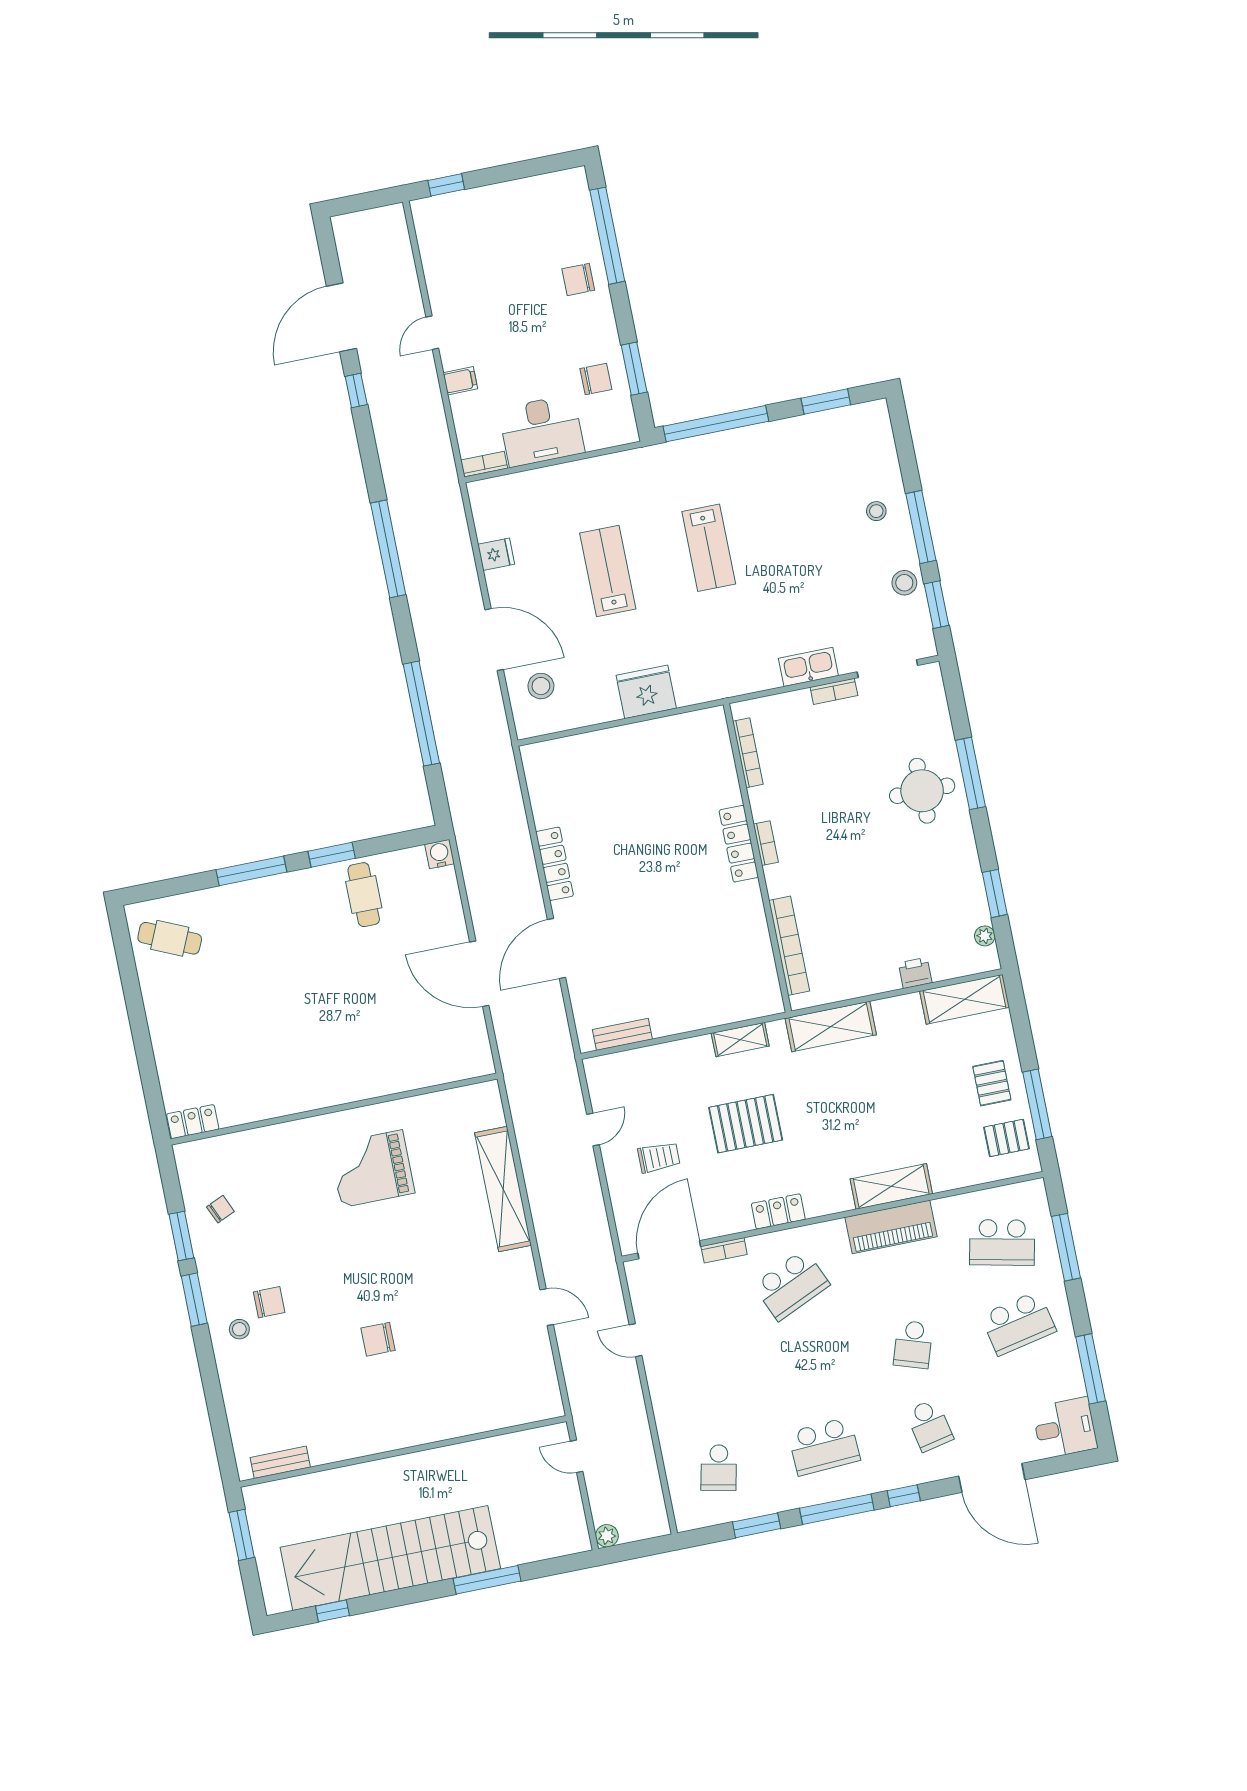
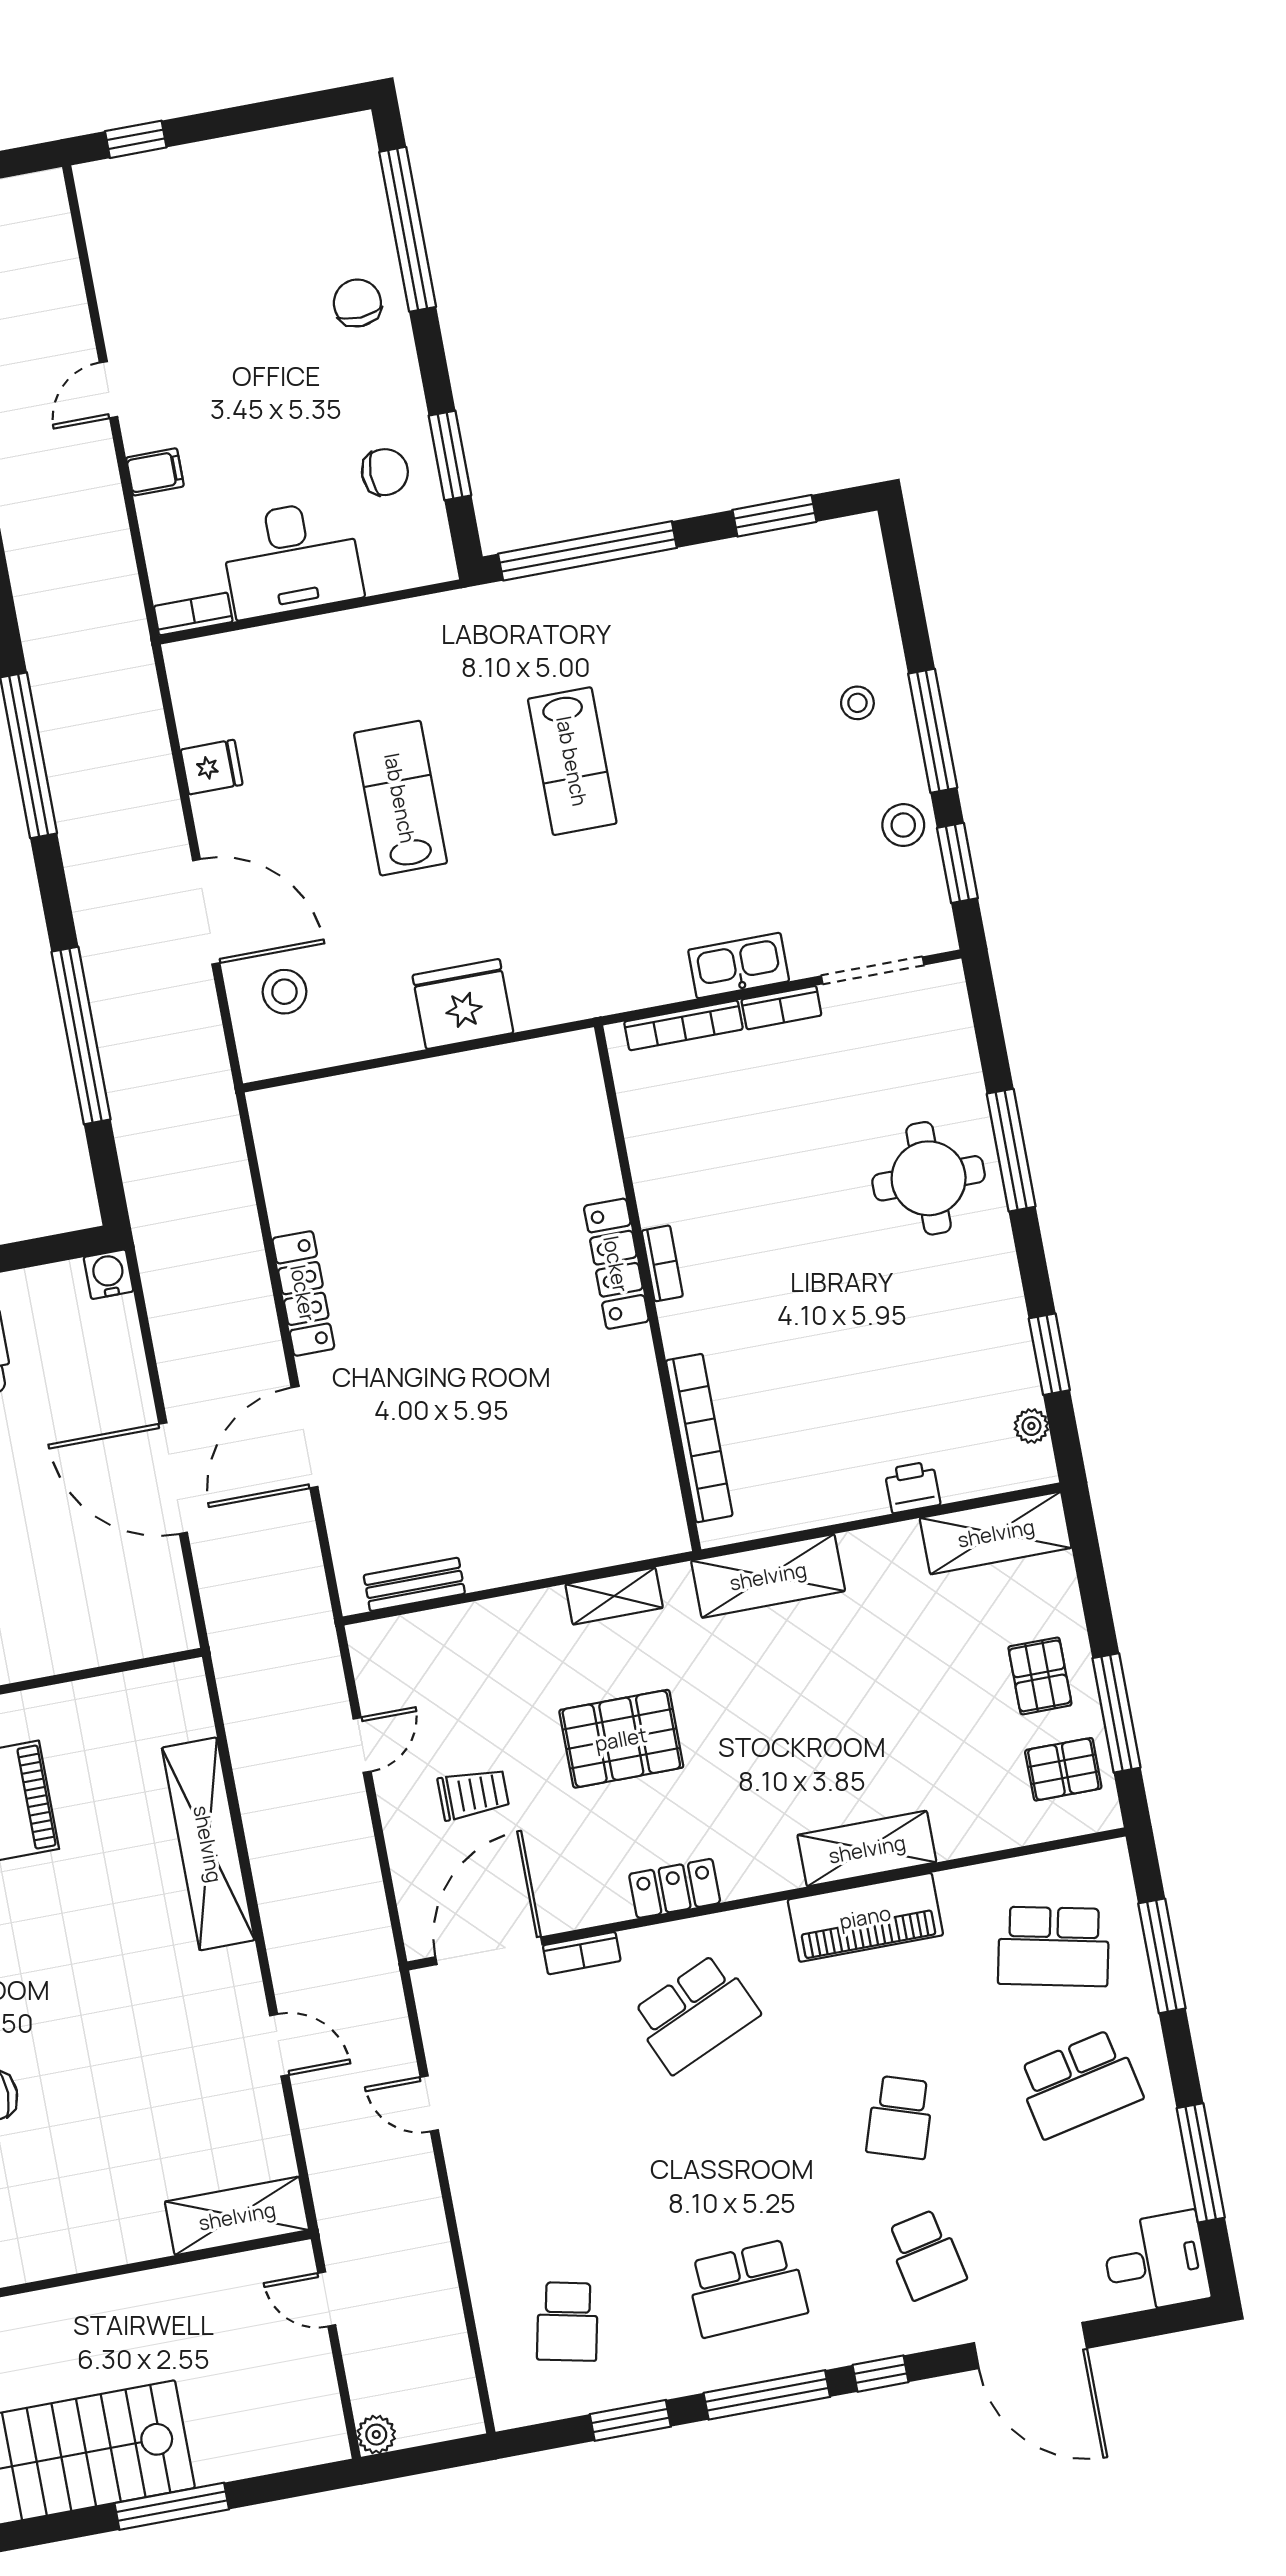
chair: (578, 280) -> (357, 303), turned 87
bookcase: (748, 753) -> (683, 1025), moved, turned 90
shelving: (523, 1408) -> (237, 2216), added

